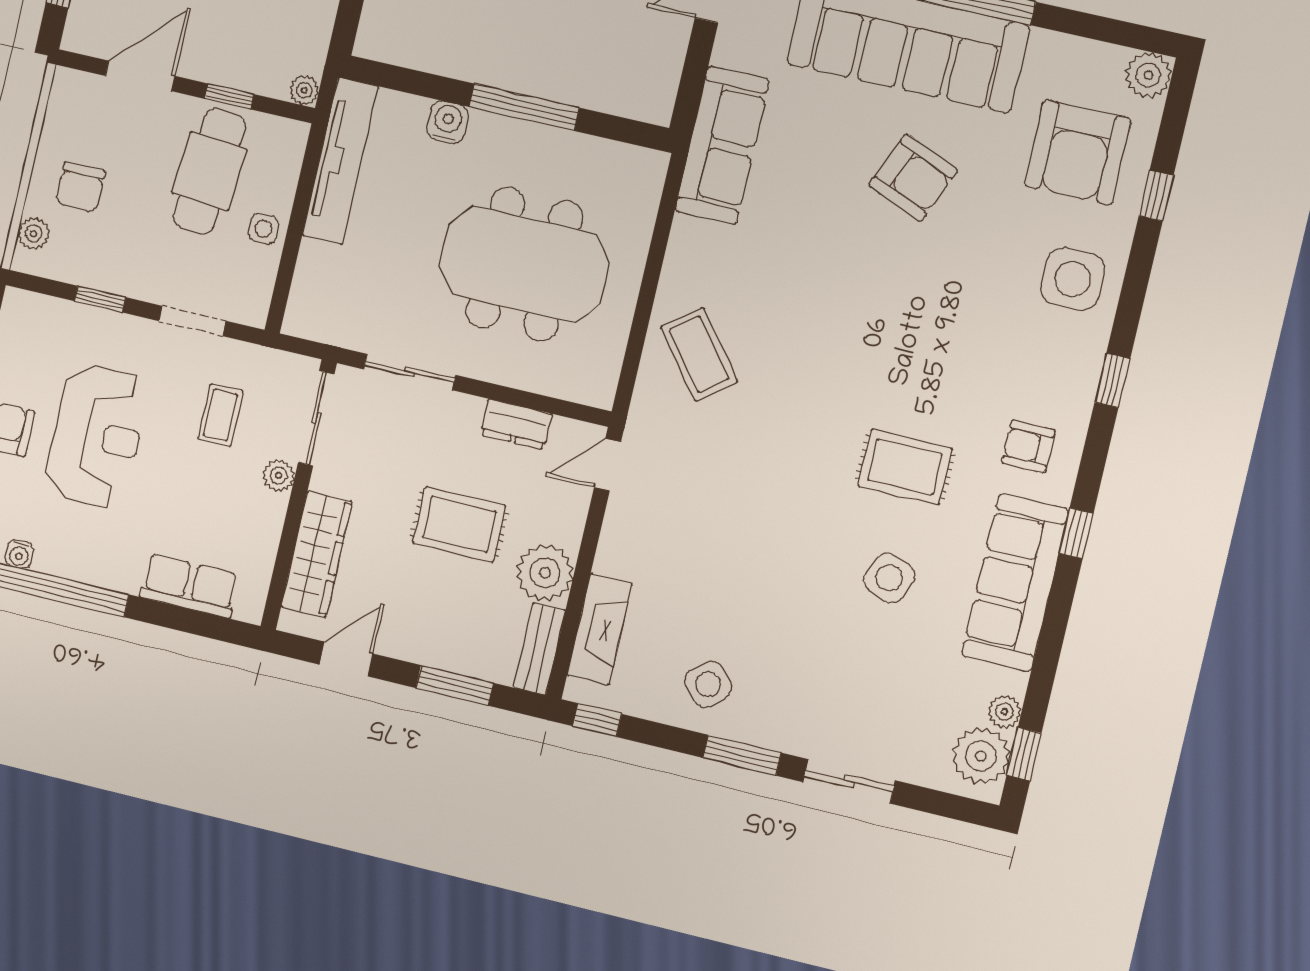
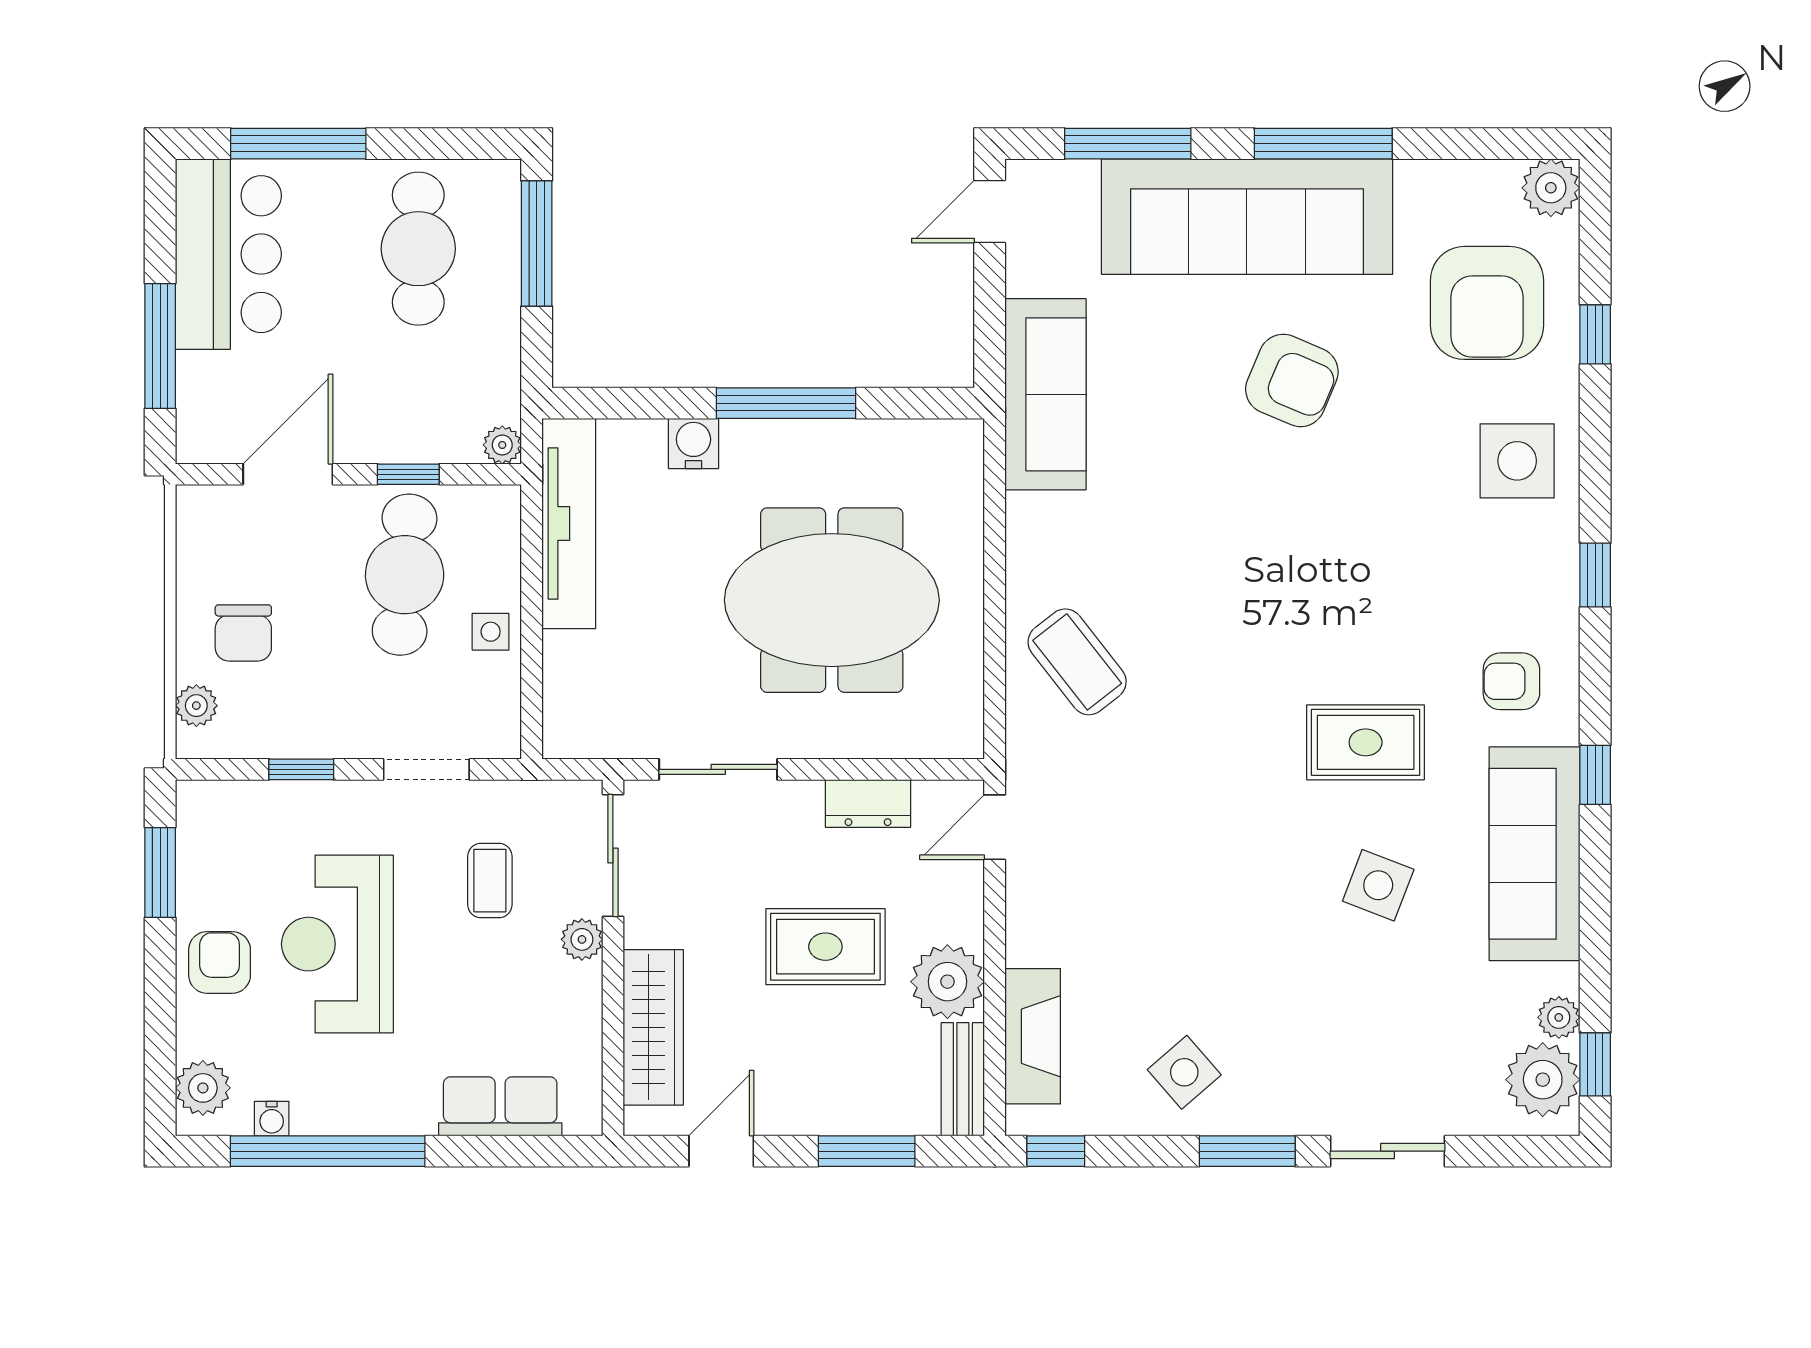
reception desk: (97, 436) -> (337, 944), turned 180

